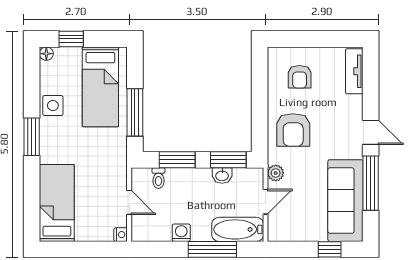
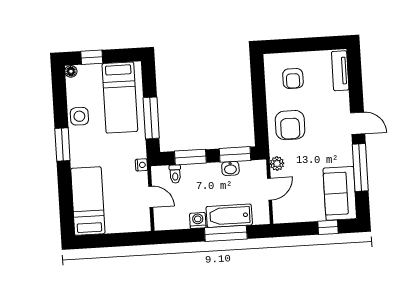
sofa: (345, 201) -> (340, 193), width x0.73
bathtub: (238, 229) -> (229, 216), moved
nightstand: (121, 235) -> (141, 165), moved

